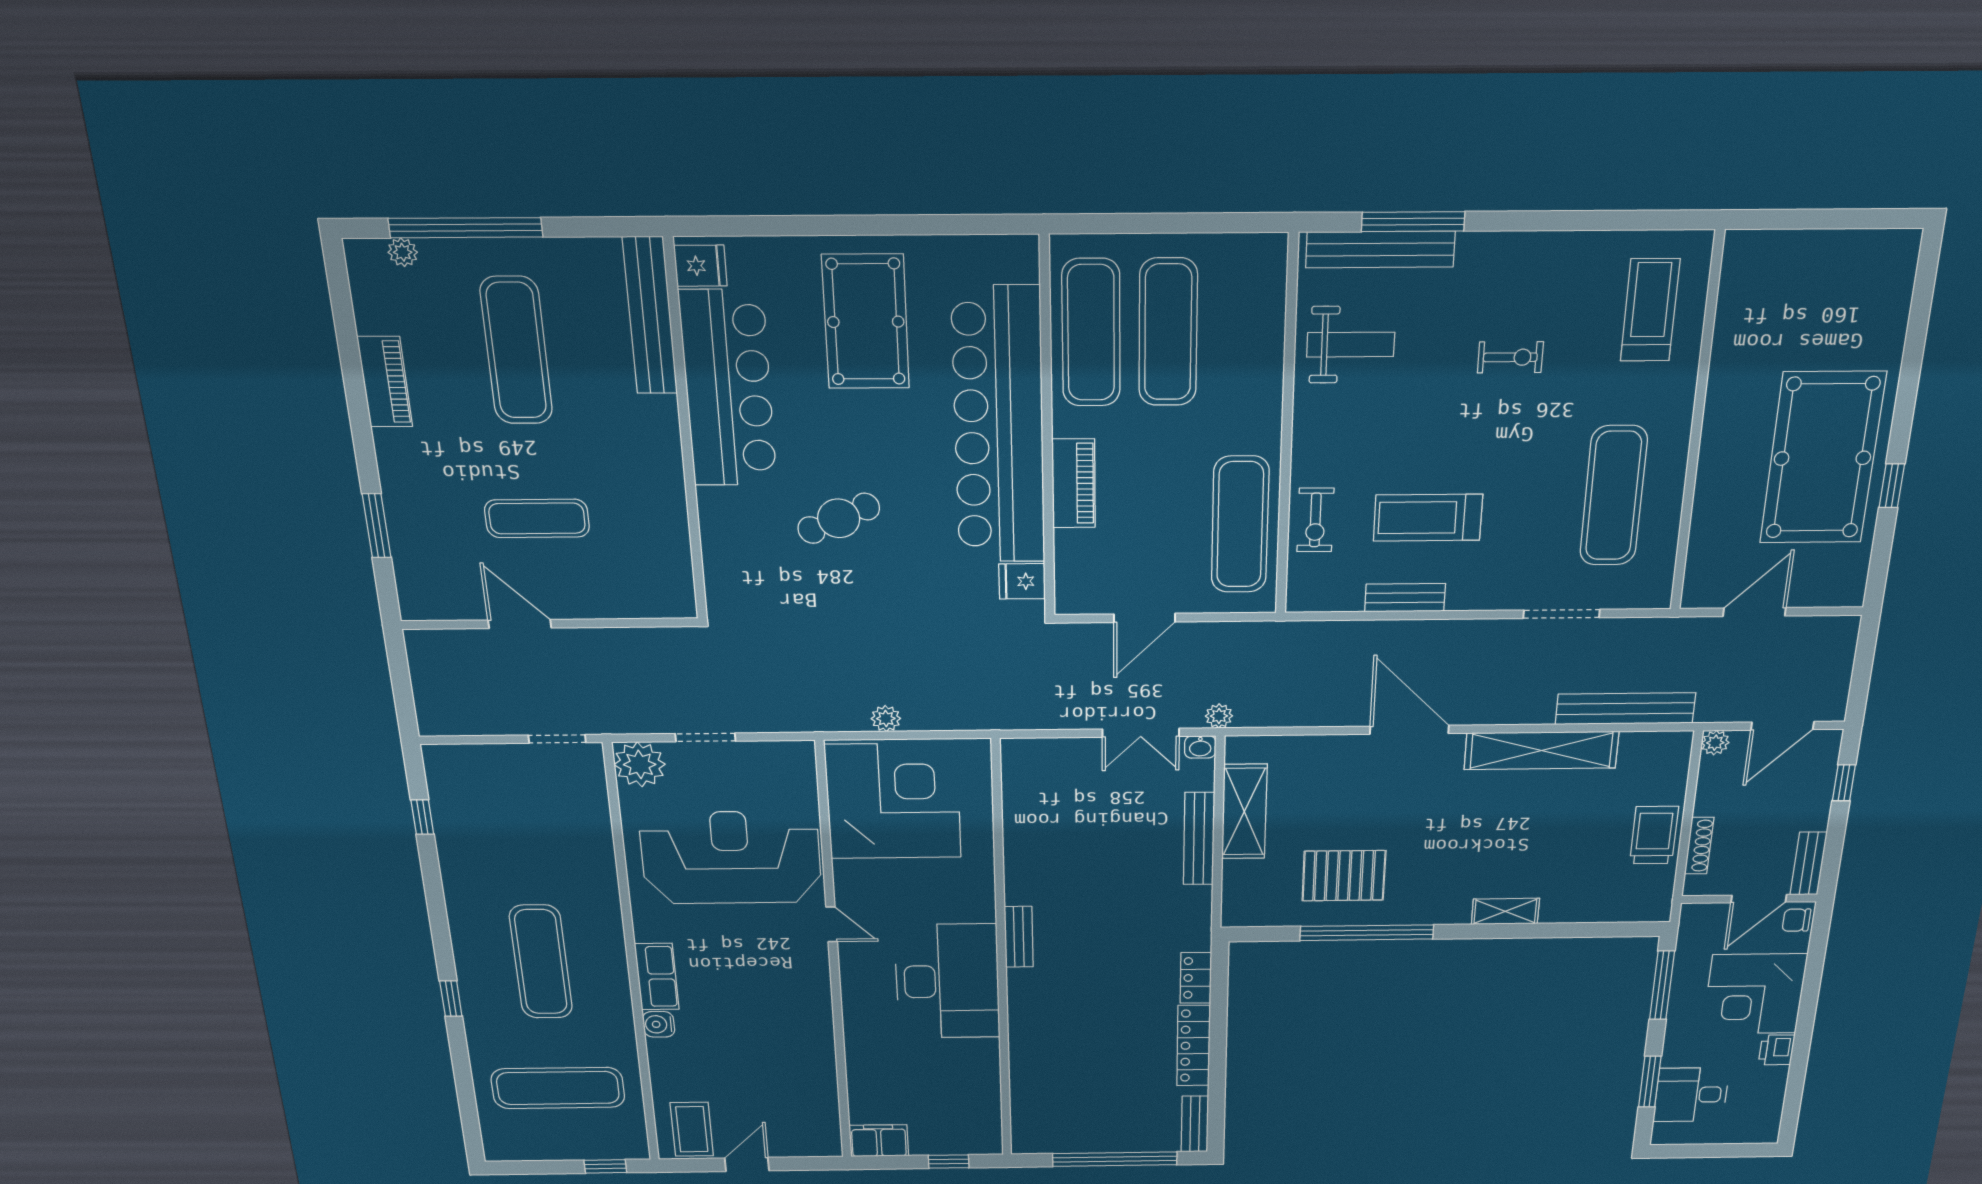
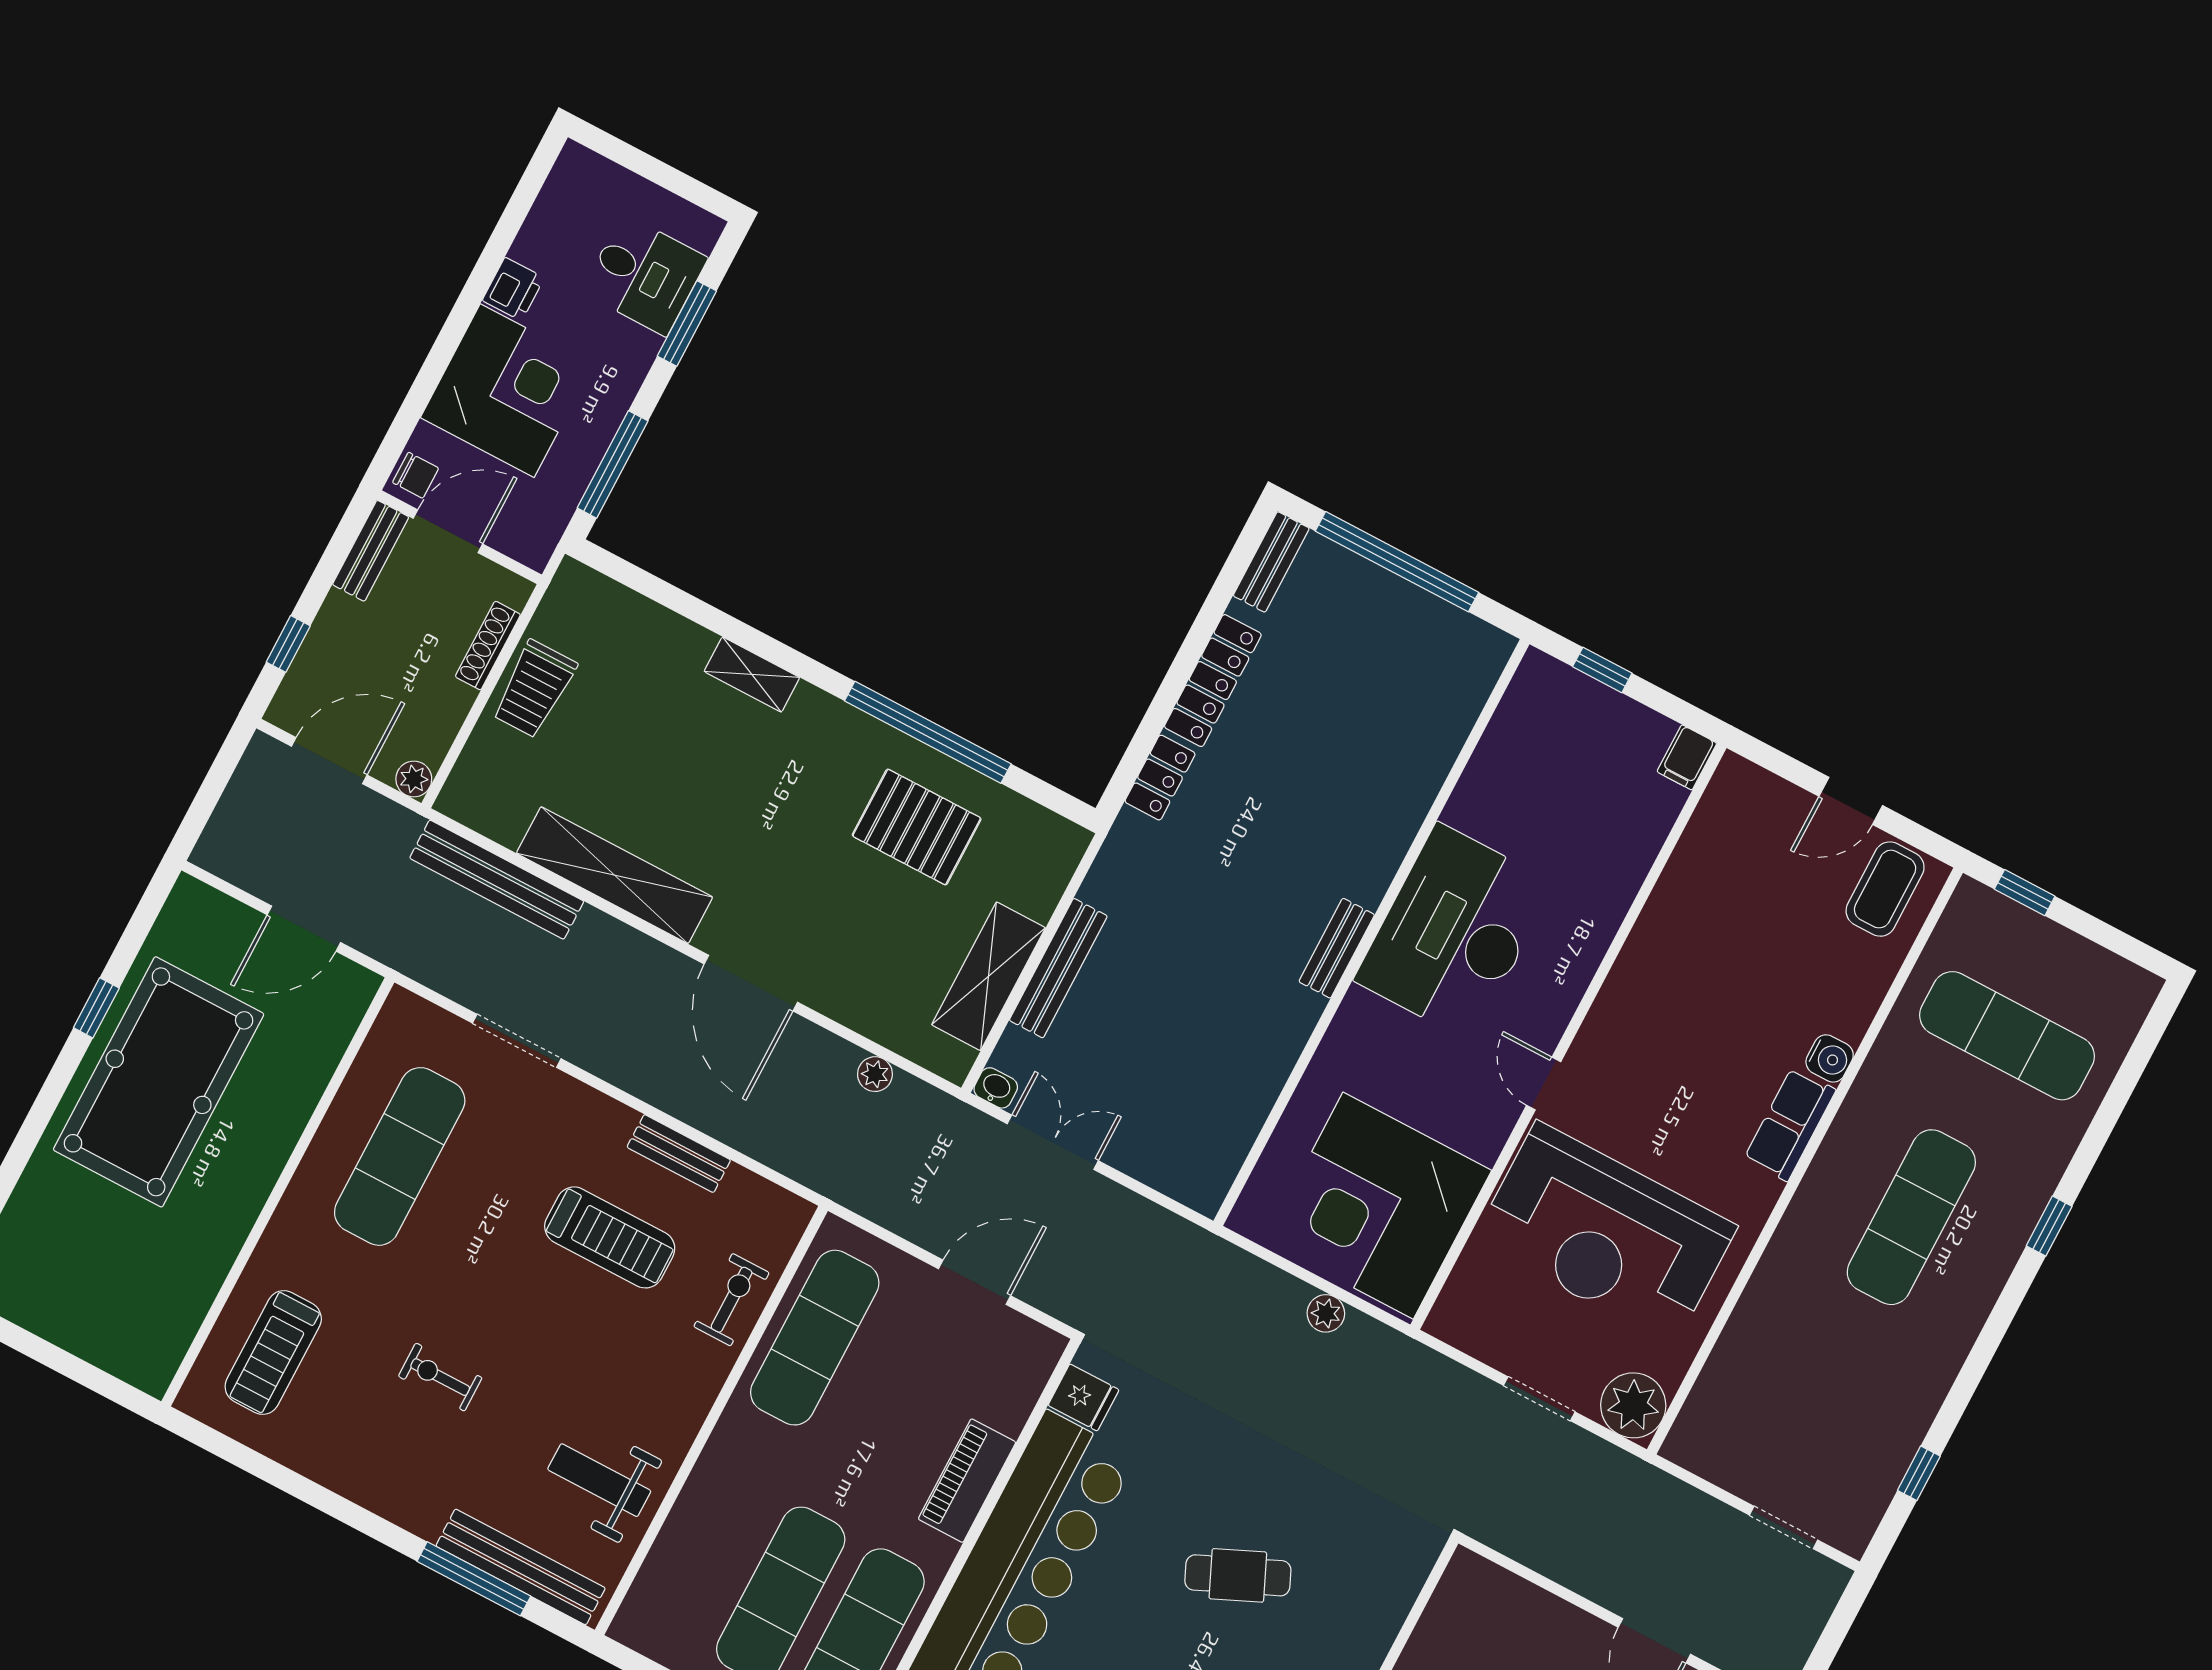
plant: (1219, 716) -> (875, 1074), moved
doorway: (557, 739) -> (1784, 1528), moved
filing cabinet: (879, 1141) -> (1687, 757), width x0.50

